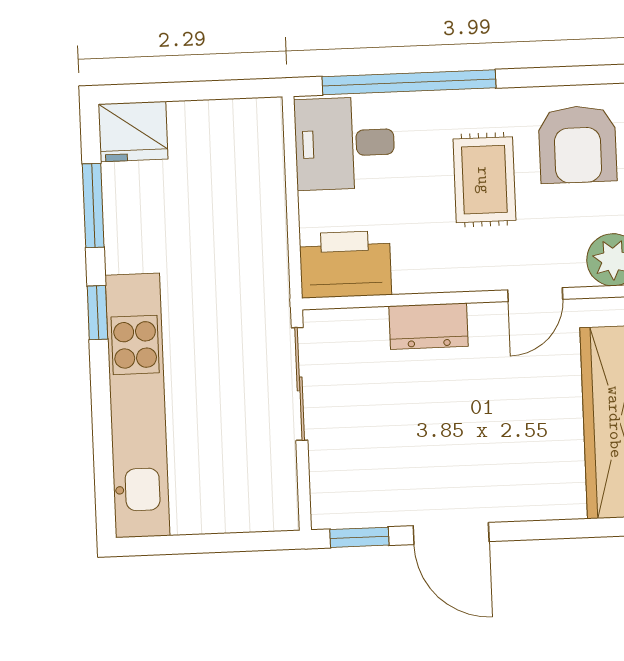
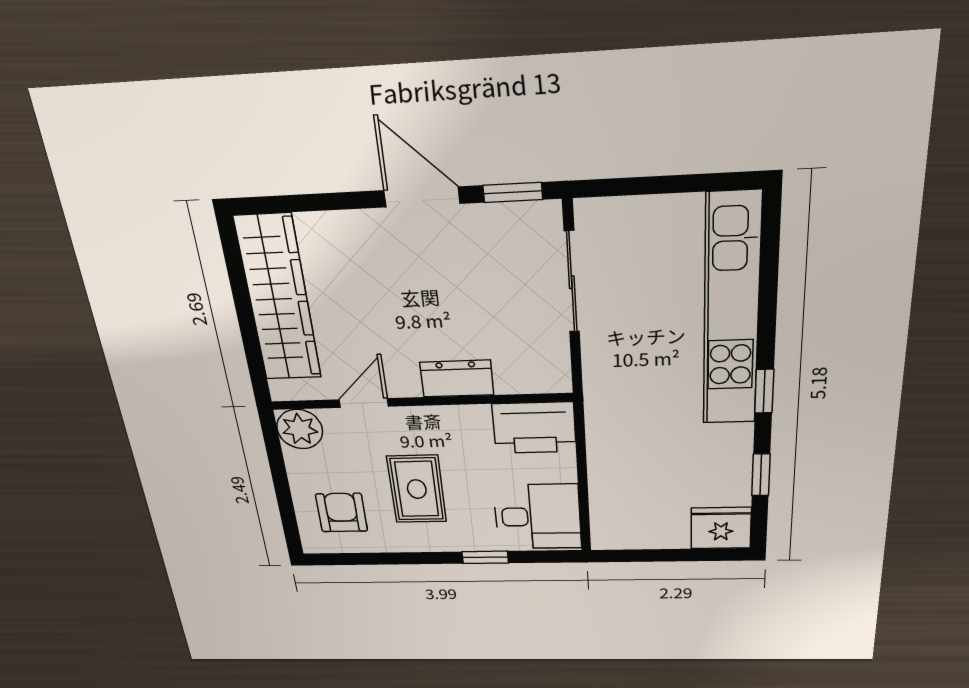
window: (409, 82) -> (485, 557), width x0.32
armchair: (578, 144) -> (342, 513), width x0.72, depth x0.72
window: (93, 206) -> (761, 475), width x0.67
sliding door: (300, 384) -> (572, 282), moved

